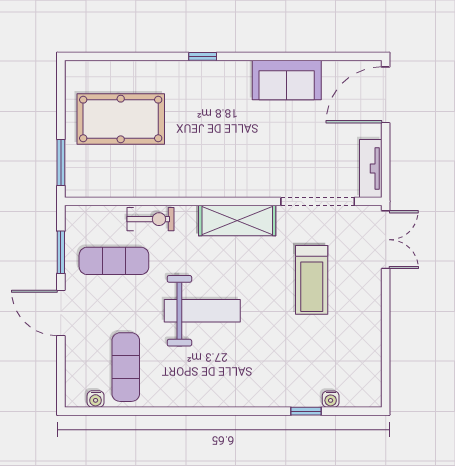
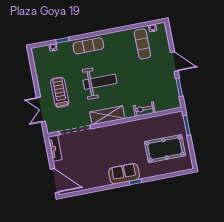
sofa: (287, 80) -> (124, 174), moved
door: (386, 95) -> (55, 181), hinge flipped
double door: (386, 240) -> (41, 109), moved
exercise mat: (114, 261) -> (88, 46), moved
treadmill: (312, 280) -> (60, 92), moved
weight bench: (202, 311) -> (100, 82), moved, turned 180

